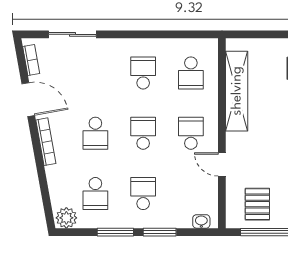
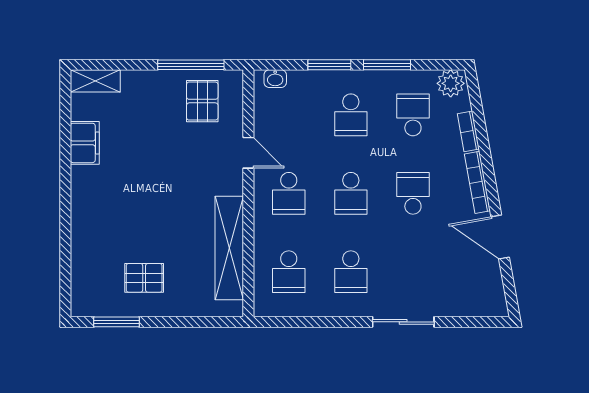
sliding door: (72, 34) -> (403, 322), moved
bookcase: (31, 60) -> (468, 131), moved
school desk: (191, 73) -> (289, 272), turned 180

